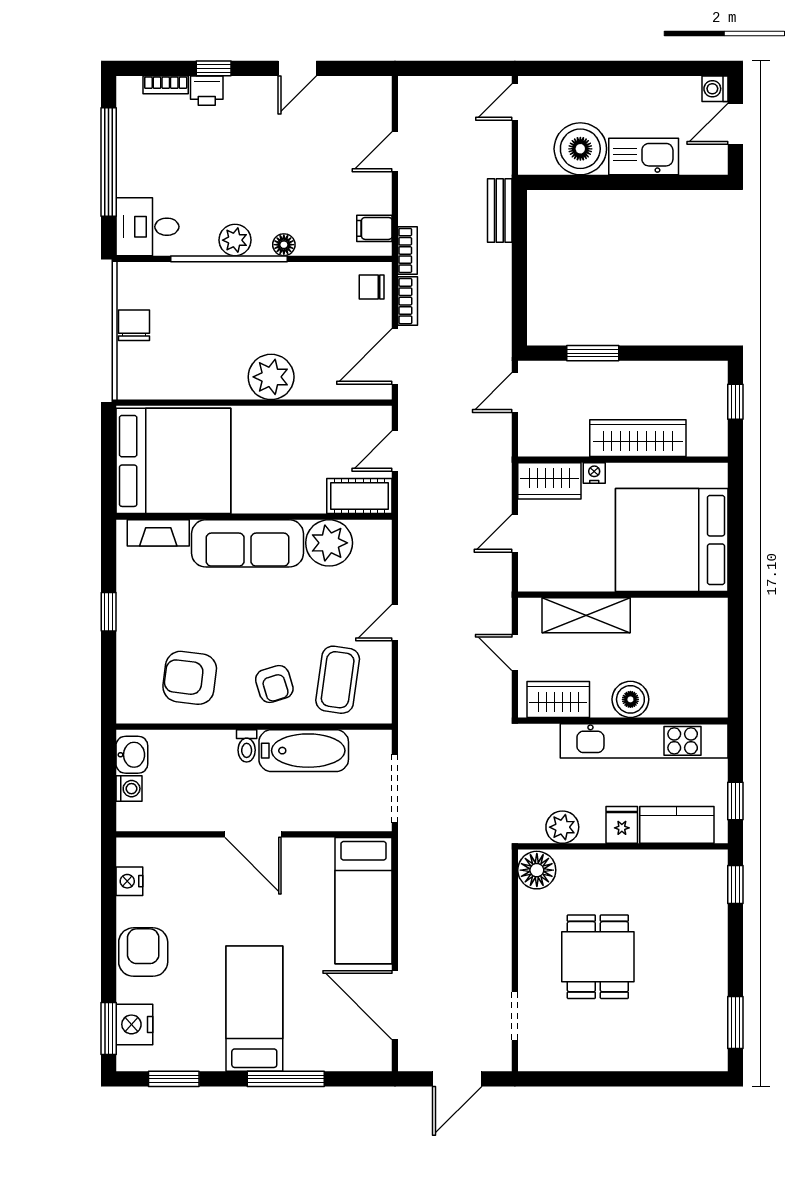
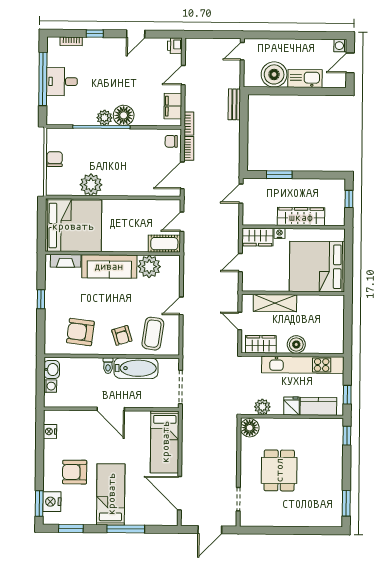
printer: (207, 91) -> (175, 46), moved, turned 90
desk: (147, 227) -> (62, 82), moved
filing cabinet: (374, 228) -> (173, 106), width x2.00
floor lamp: (284, 245) -> (124, 115), width x1.89, depth x1.89
plant: (271, 377) -> (91, 185), moved
armchair: (143, 952) -> (75, 472), moved, turned -90

